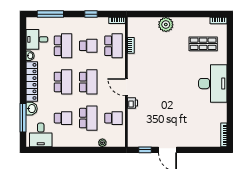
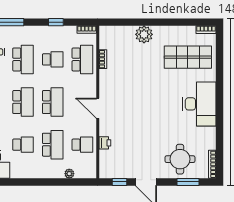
shop shelf: (203, 44) -> (188, 57), width x1.43, depth x1.36
printer: (133, 103) -> (105, 143), moved
round table: (196, 130) -> (180, 159), added
window: (203, 150) -> (188, 182), added

